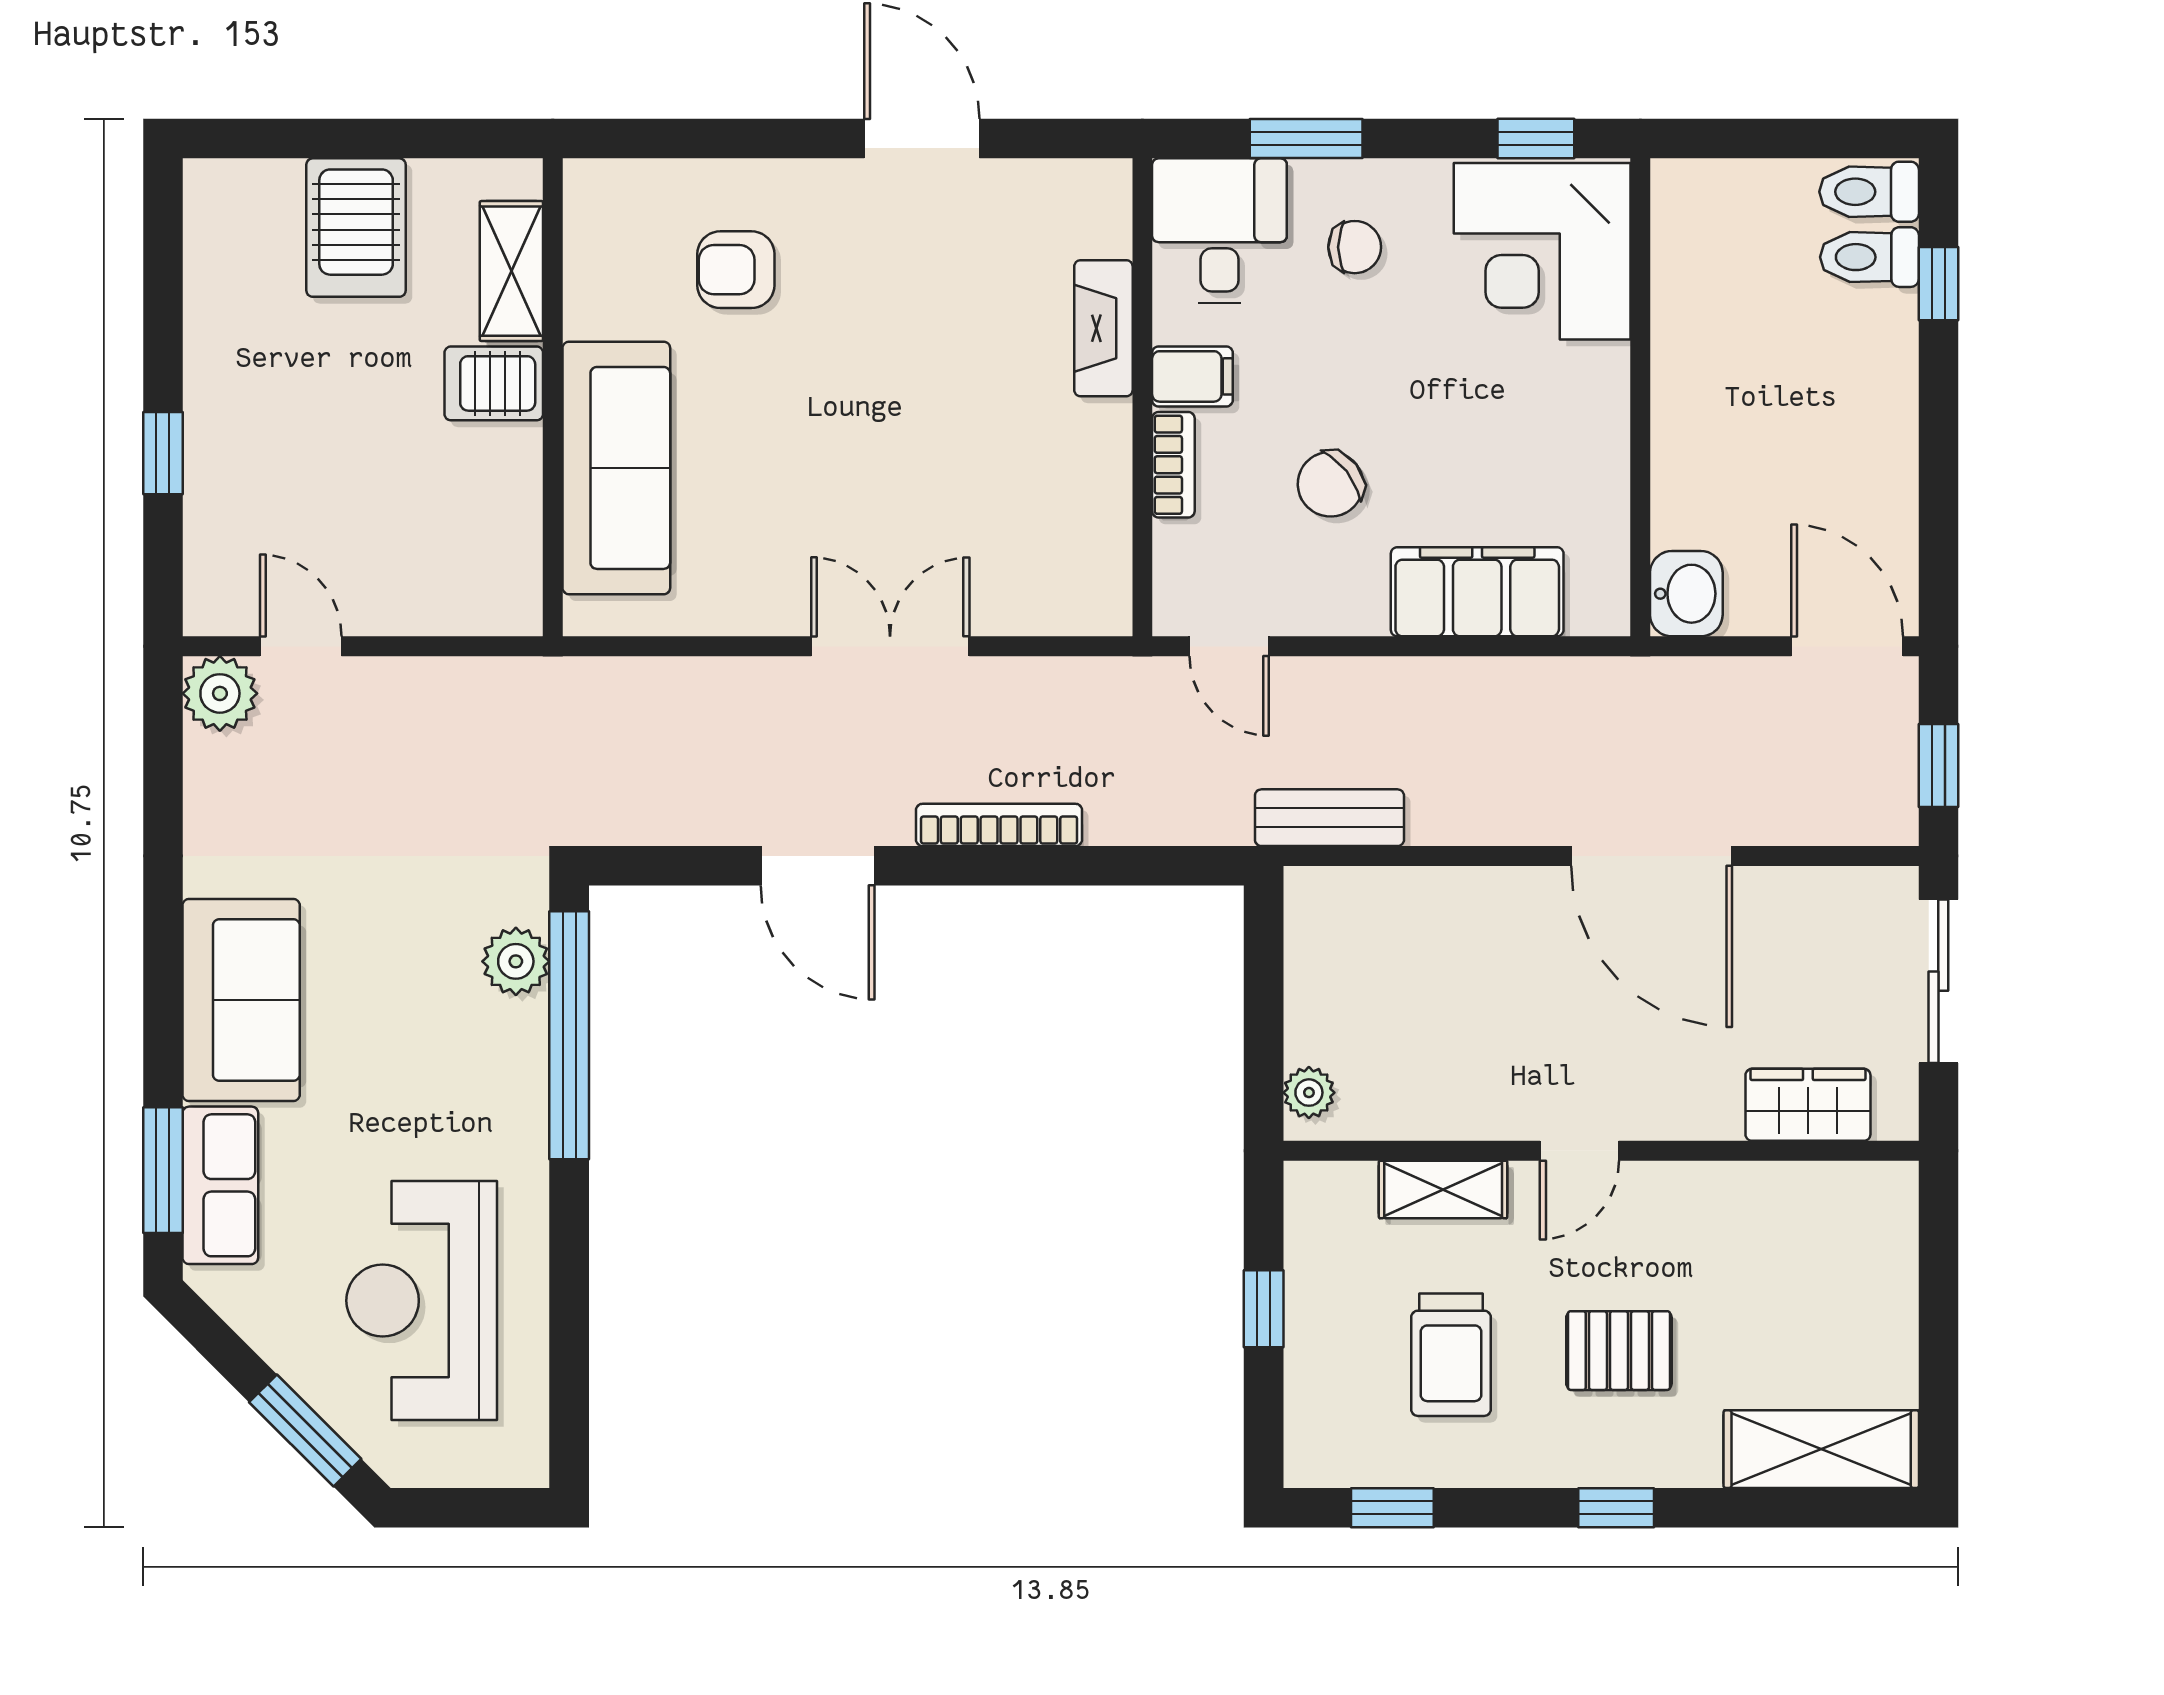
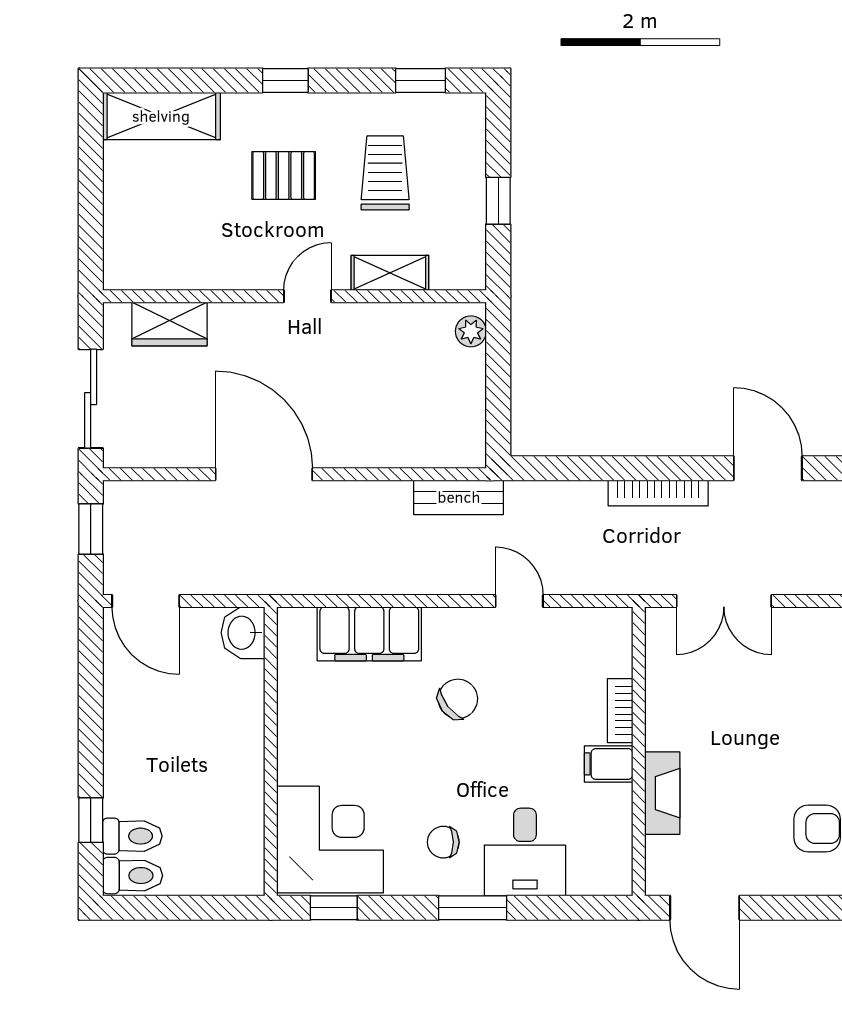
fireplace: (1103, 328) -> (662, 793), moved
filing cabinet: (1192, 376) -> (609, 764), moved
wall: (1142, 397) -> (639, 751), moved
bookcase: (1173, 465) -> (620, 711), moved

